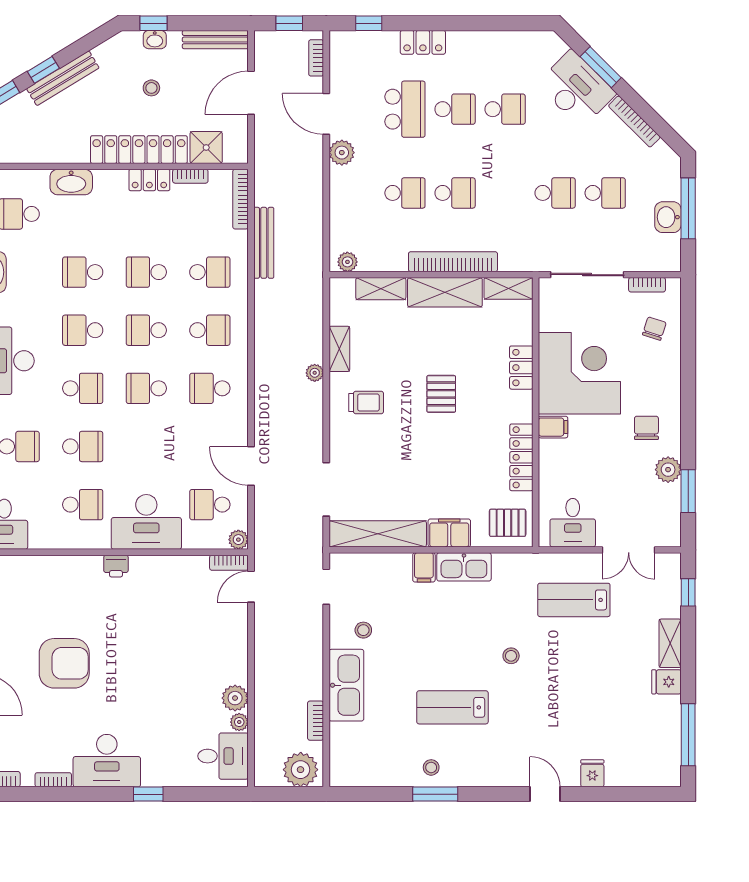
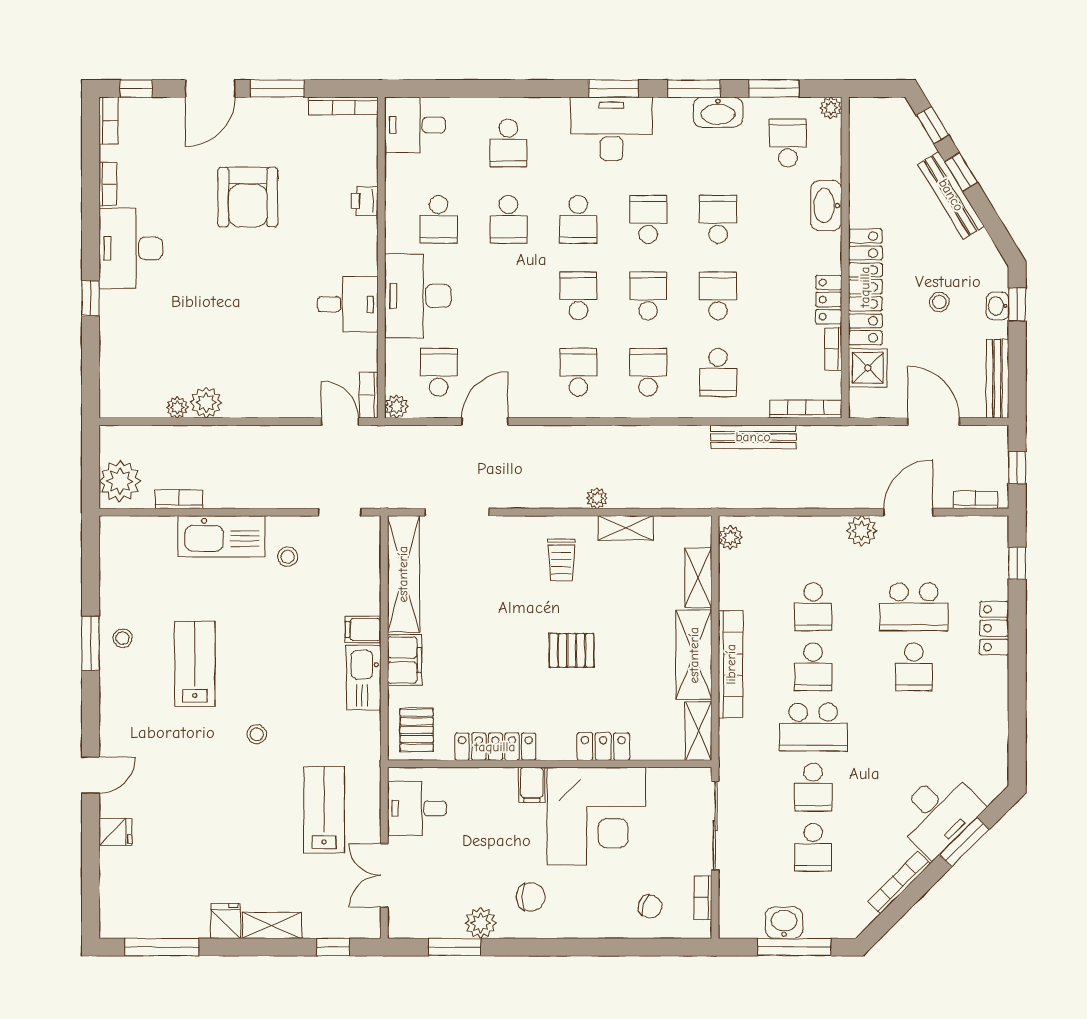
school desk: (505, 109) -> (813, 727), moved, width x1.85
school desk: (210, 330) -> (648, 372), turned 180
printer: (116, 566) -> (365, 201), moved
desk: (223, 756) -> (348, 304), moved, turned -90

